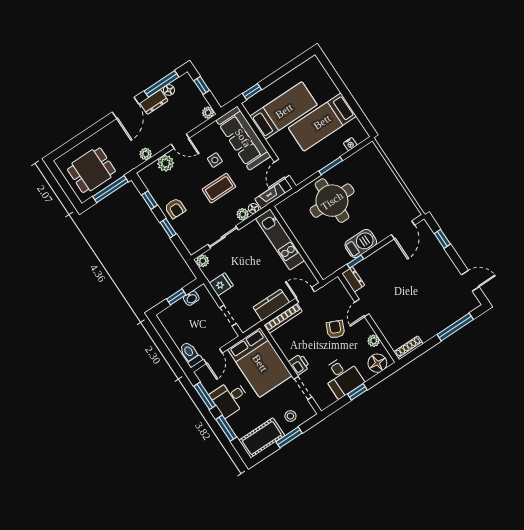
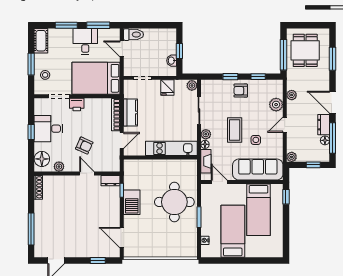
window: (81, 137) -> (333, 59), added
cot: (262, 438) -> (41, 41), width x0.73, depth x0.75

